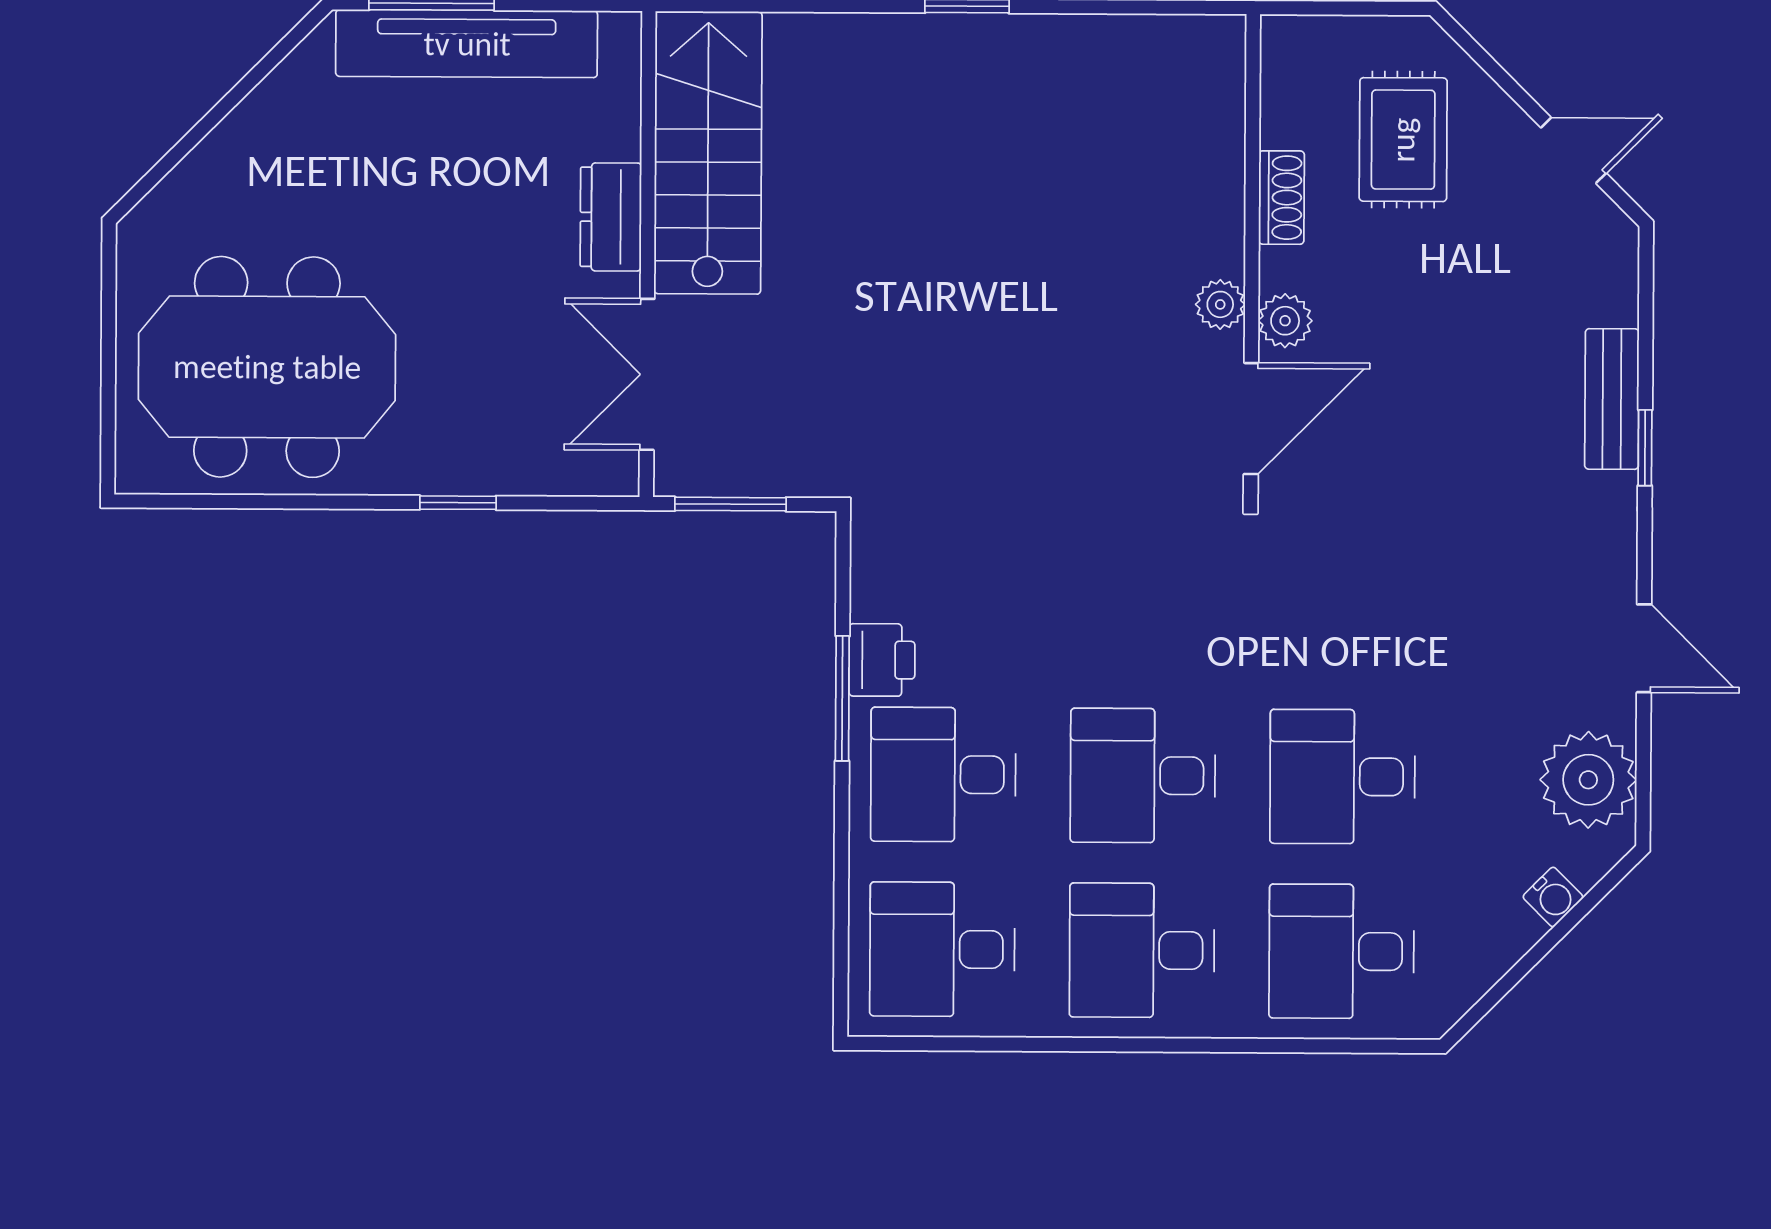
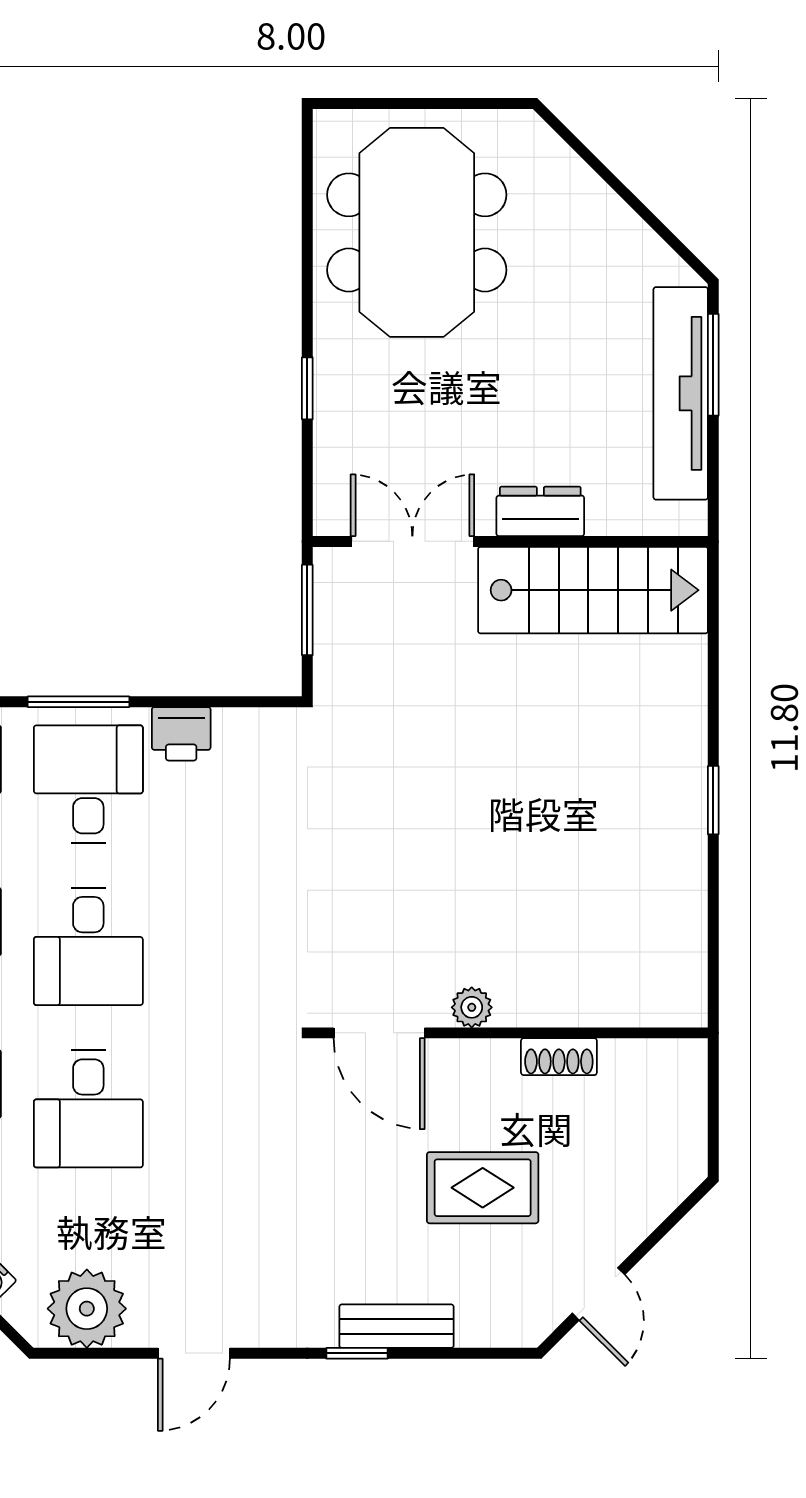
rug: (1403, 140) -> (483, 1188), moved
plant: (1285, 321) -> (459, 1060), removed
window: (842, 698) -> (78, 702), moved
desk: (1143, 776) -> (88, 946), turned 180
desk: (1342, 777) -> (88, 1109), turned 180

